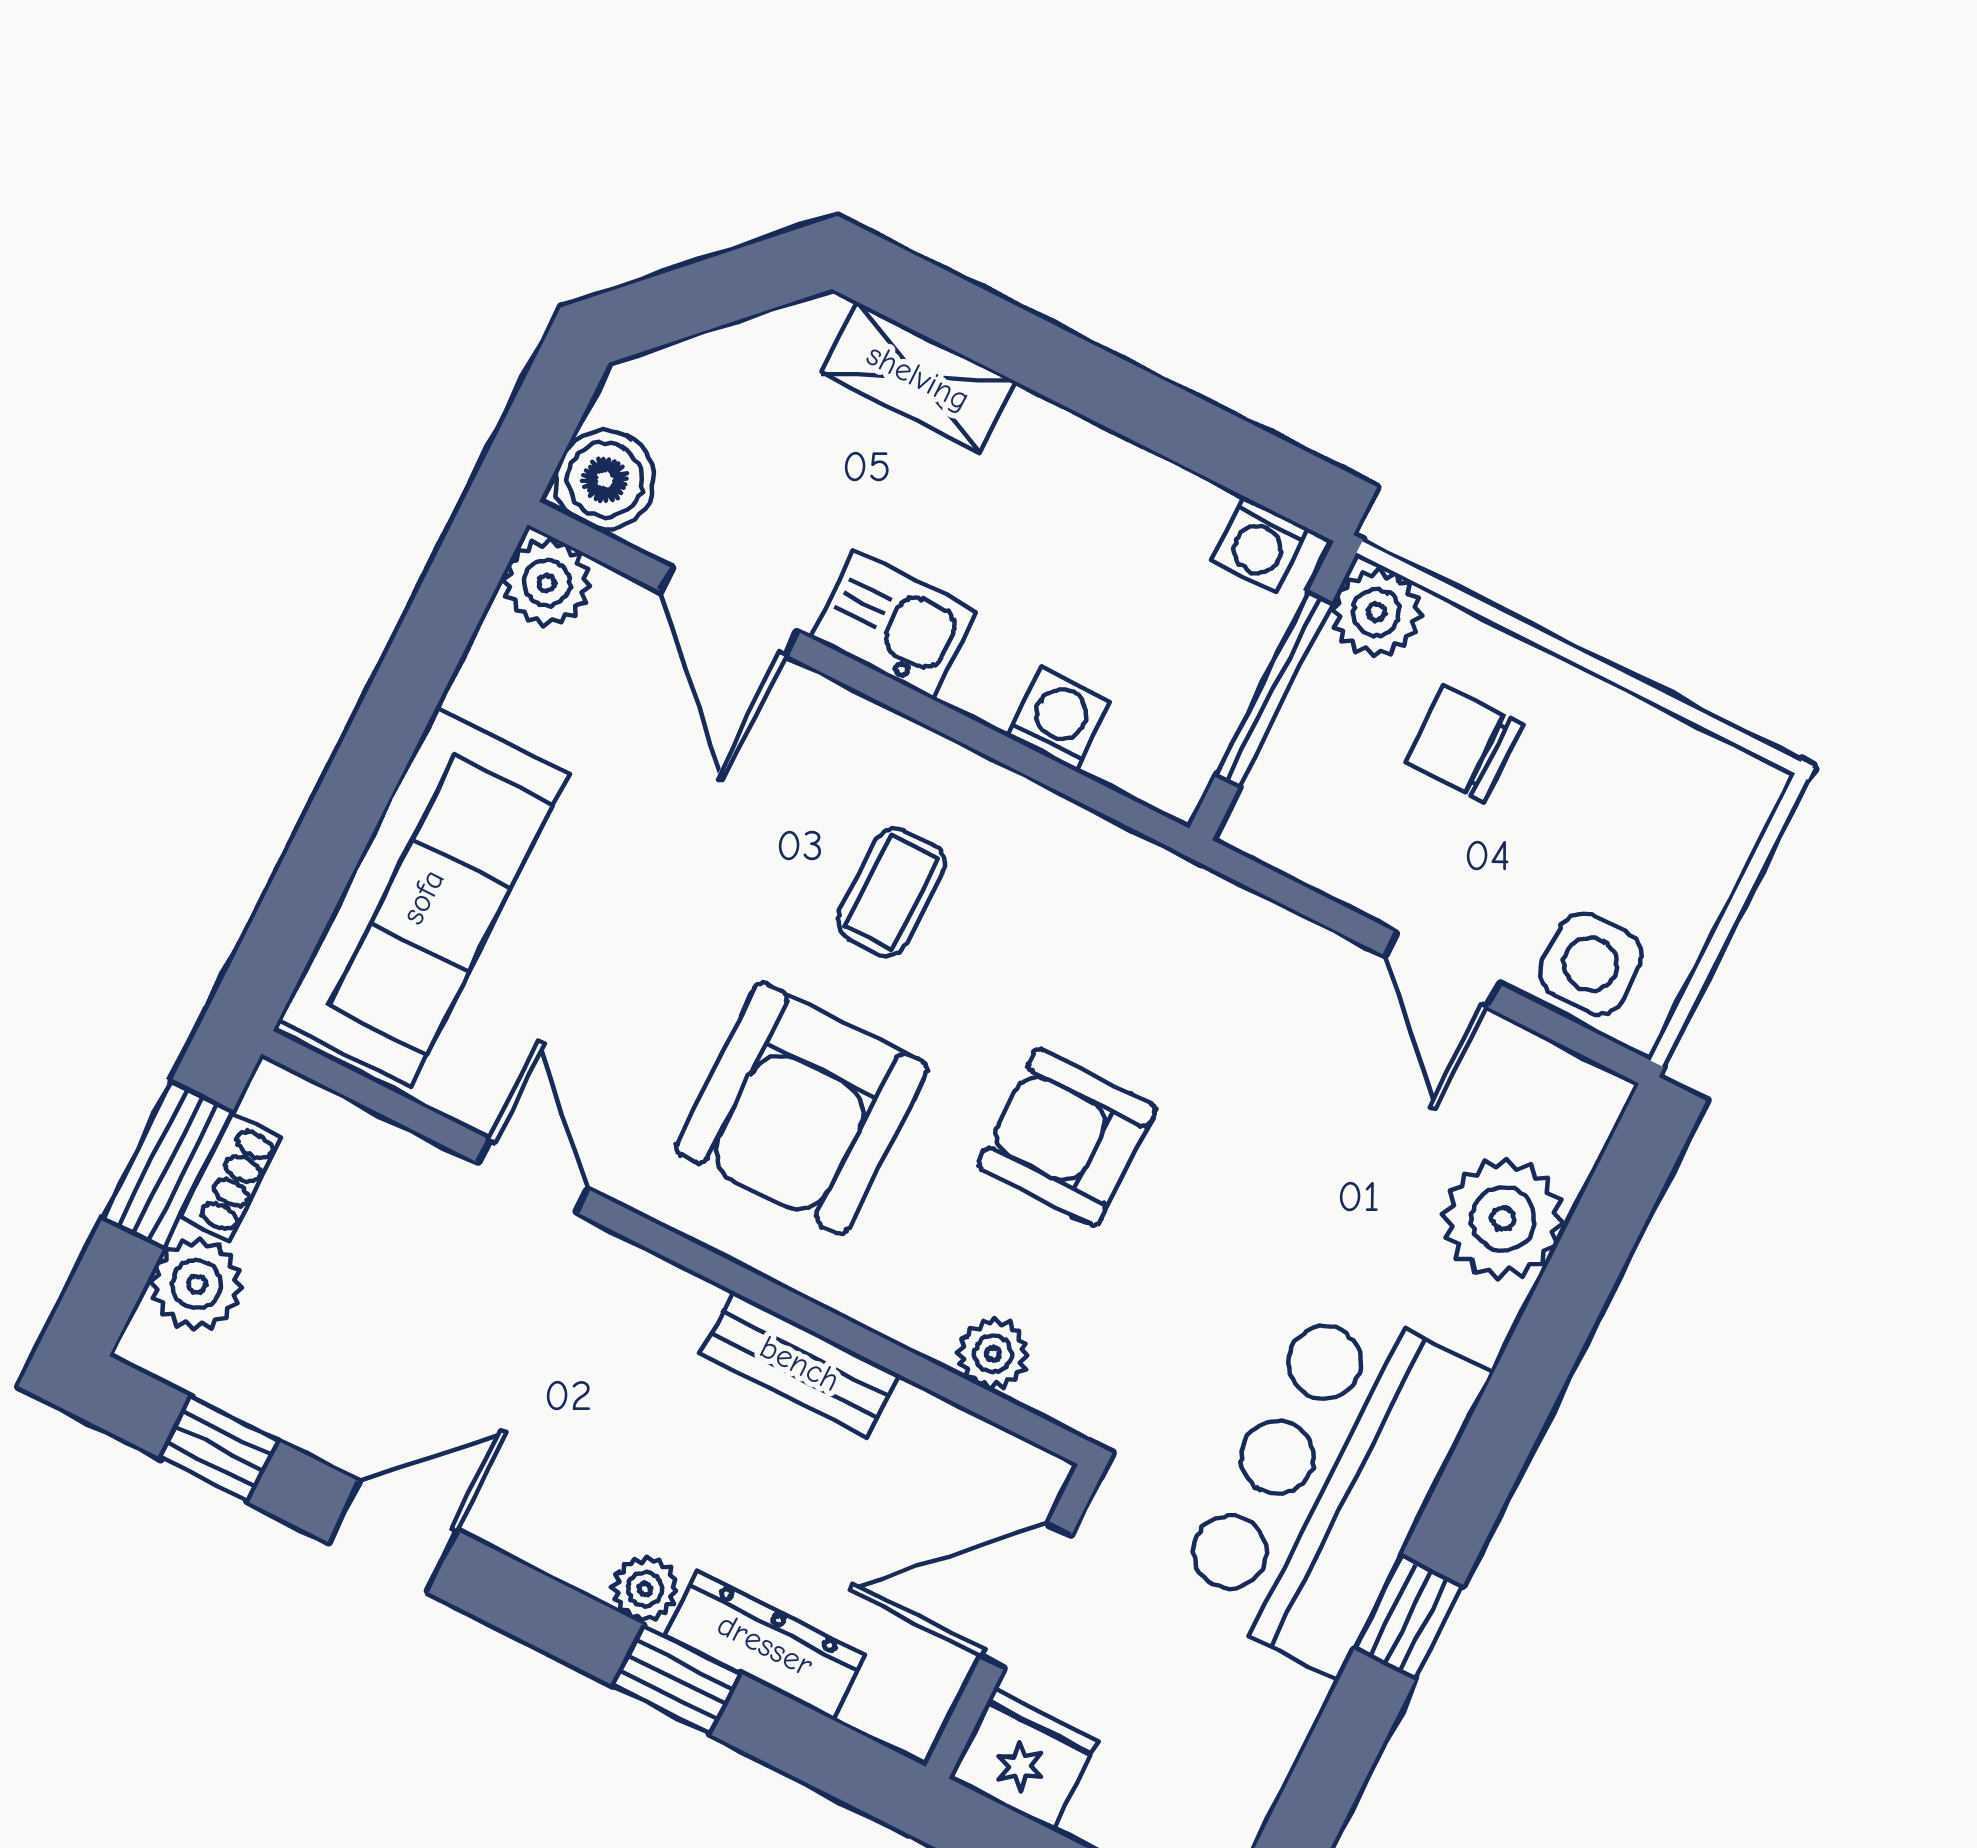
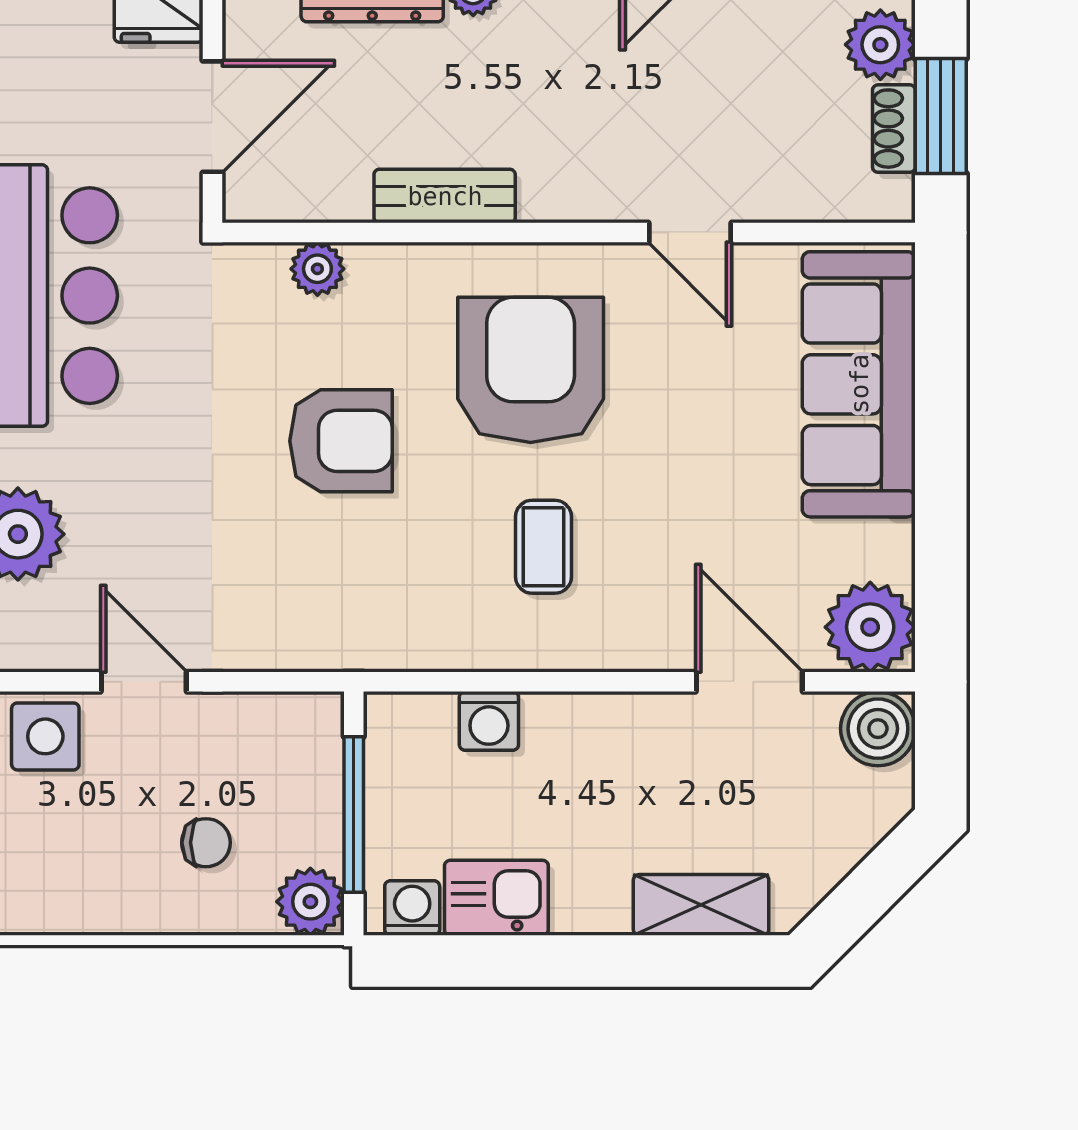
plant: (547, 583) -> (870, 627), width x1.36, depth x1.36
kitchen sink: (894, 624) -> (496, 898), moved, turned 180
chair: (1464, 744) -> (206, 843), width x0.73, depth x0.73

